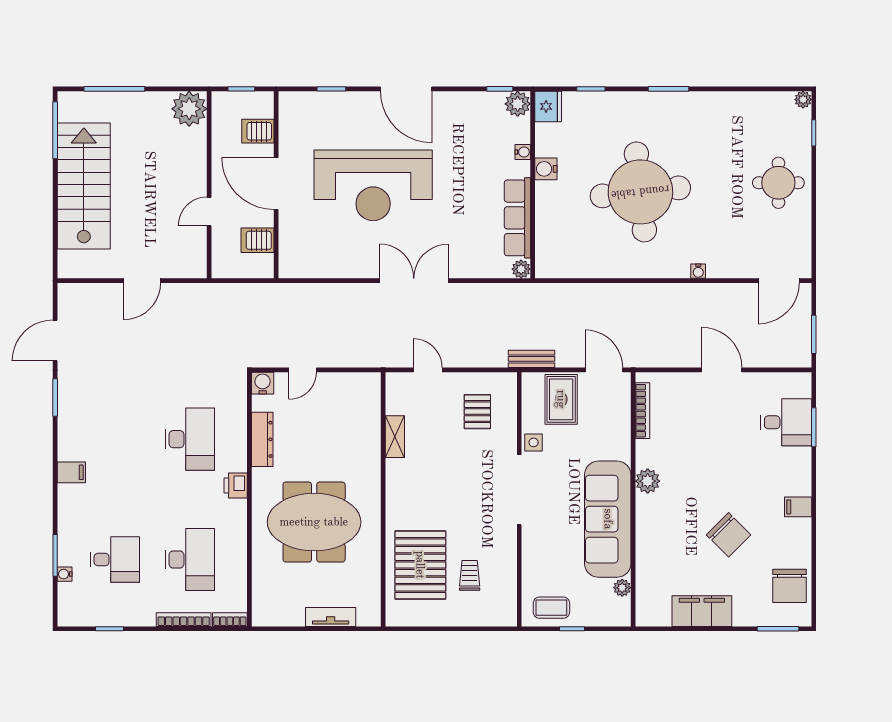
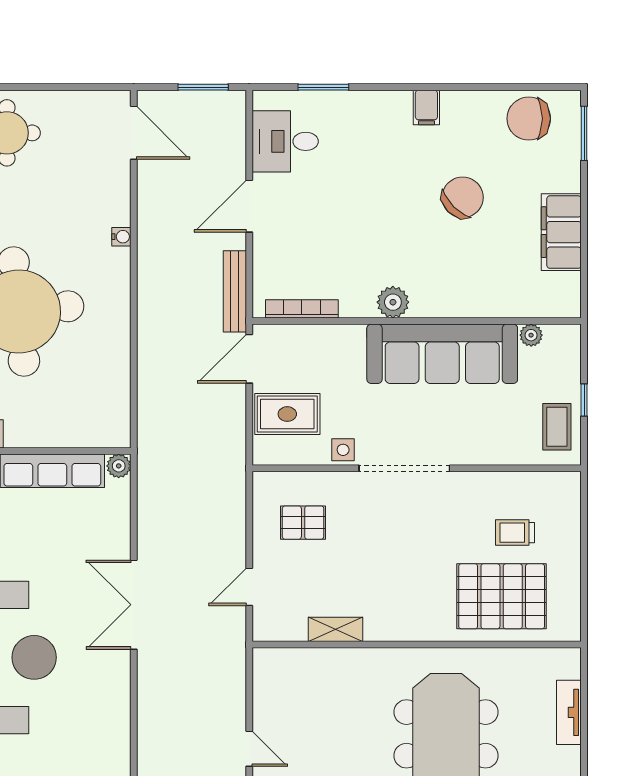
bench: (531, 359) -> (235, 291), moved, width x1.36
desk: (786, 422) -> (285, 141), moved, turned -90
chair: (789, 586) -> (529, 119), turned 180

